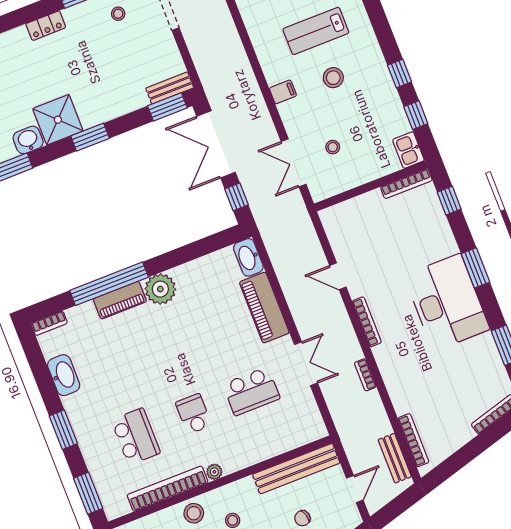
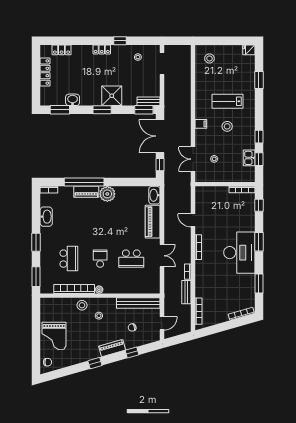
shower: (58, 120) -> (112, 96), moved
kitchen sink: (408, 150) -> (249, 158), moved
bench: (395, 458) -> (186, 292), moved

